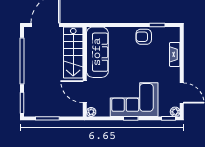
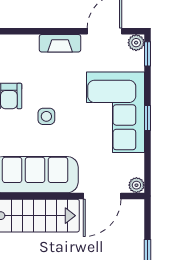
fireplace: (175, 54) -> (60, 43), moved
side table: (132, 59) -> (46, 116), added

